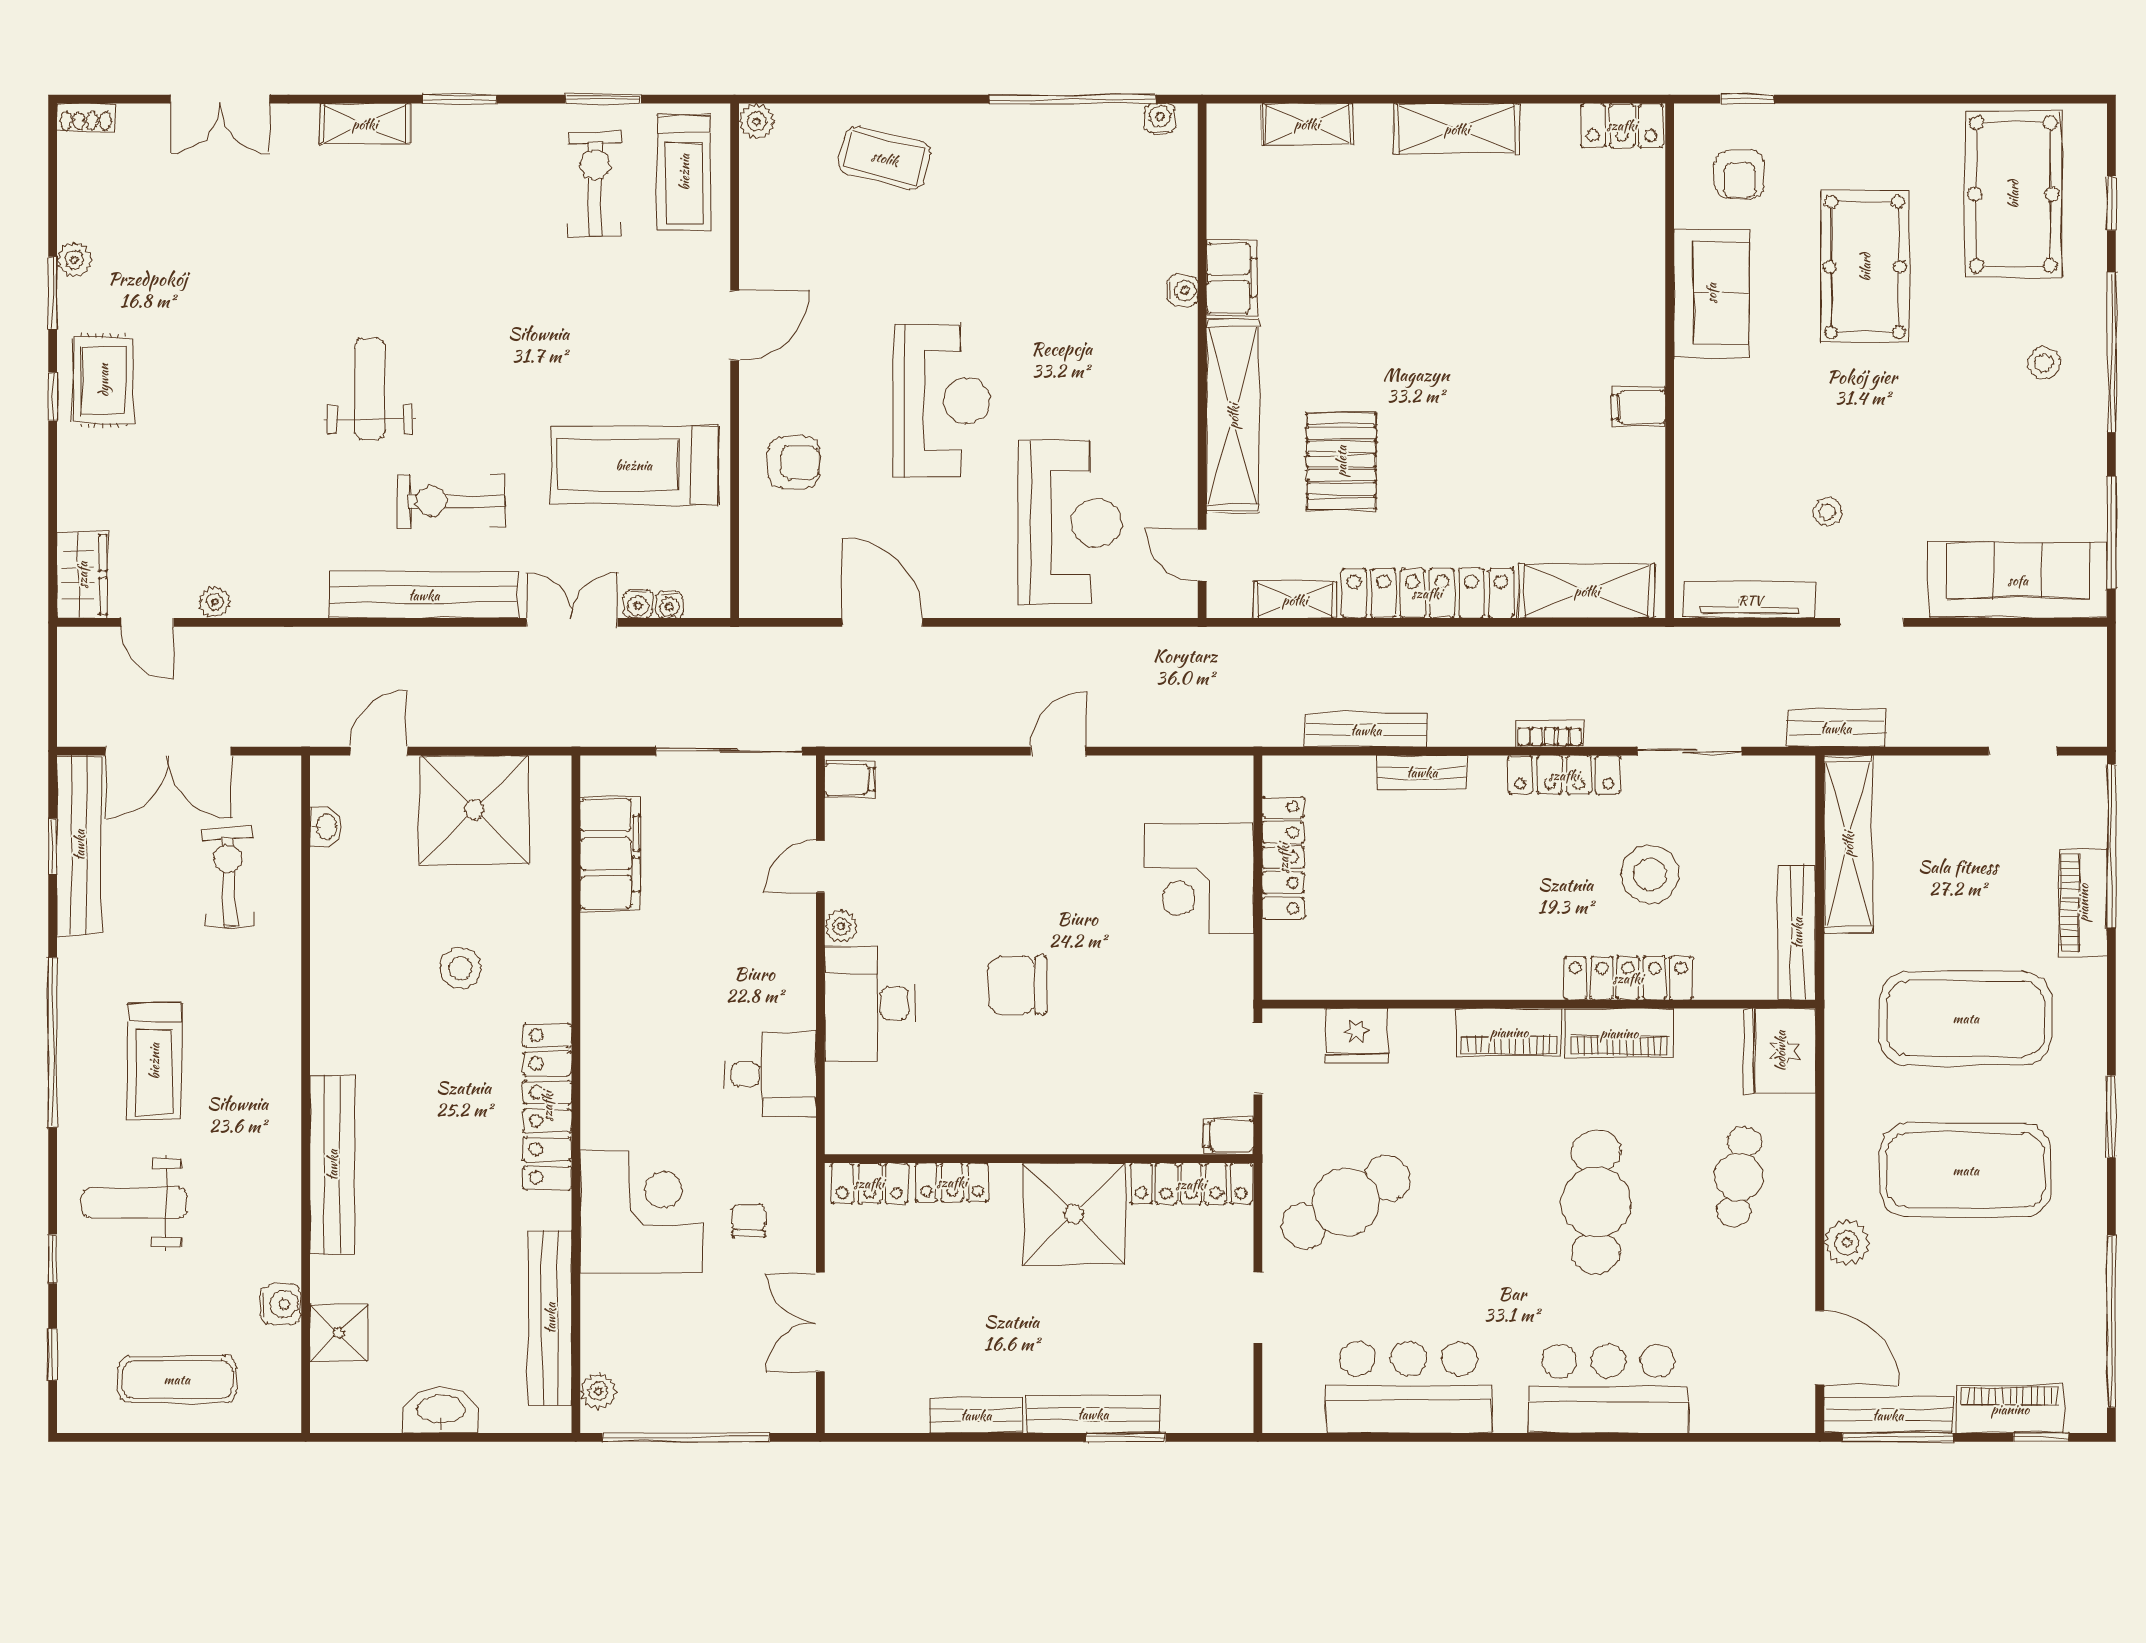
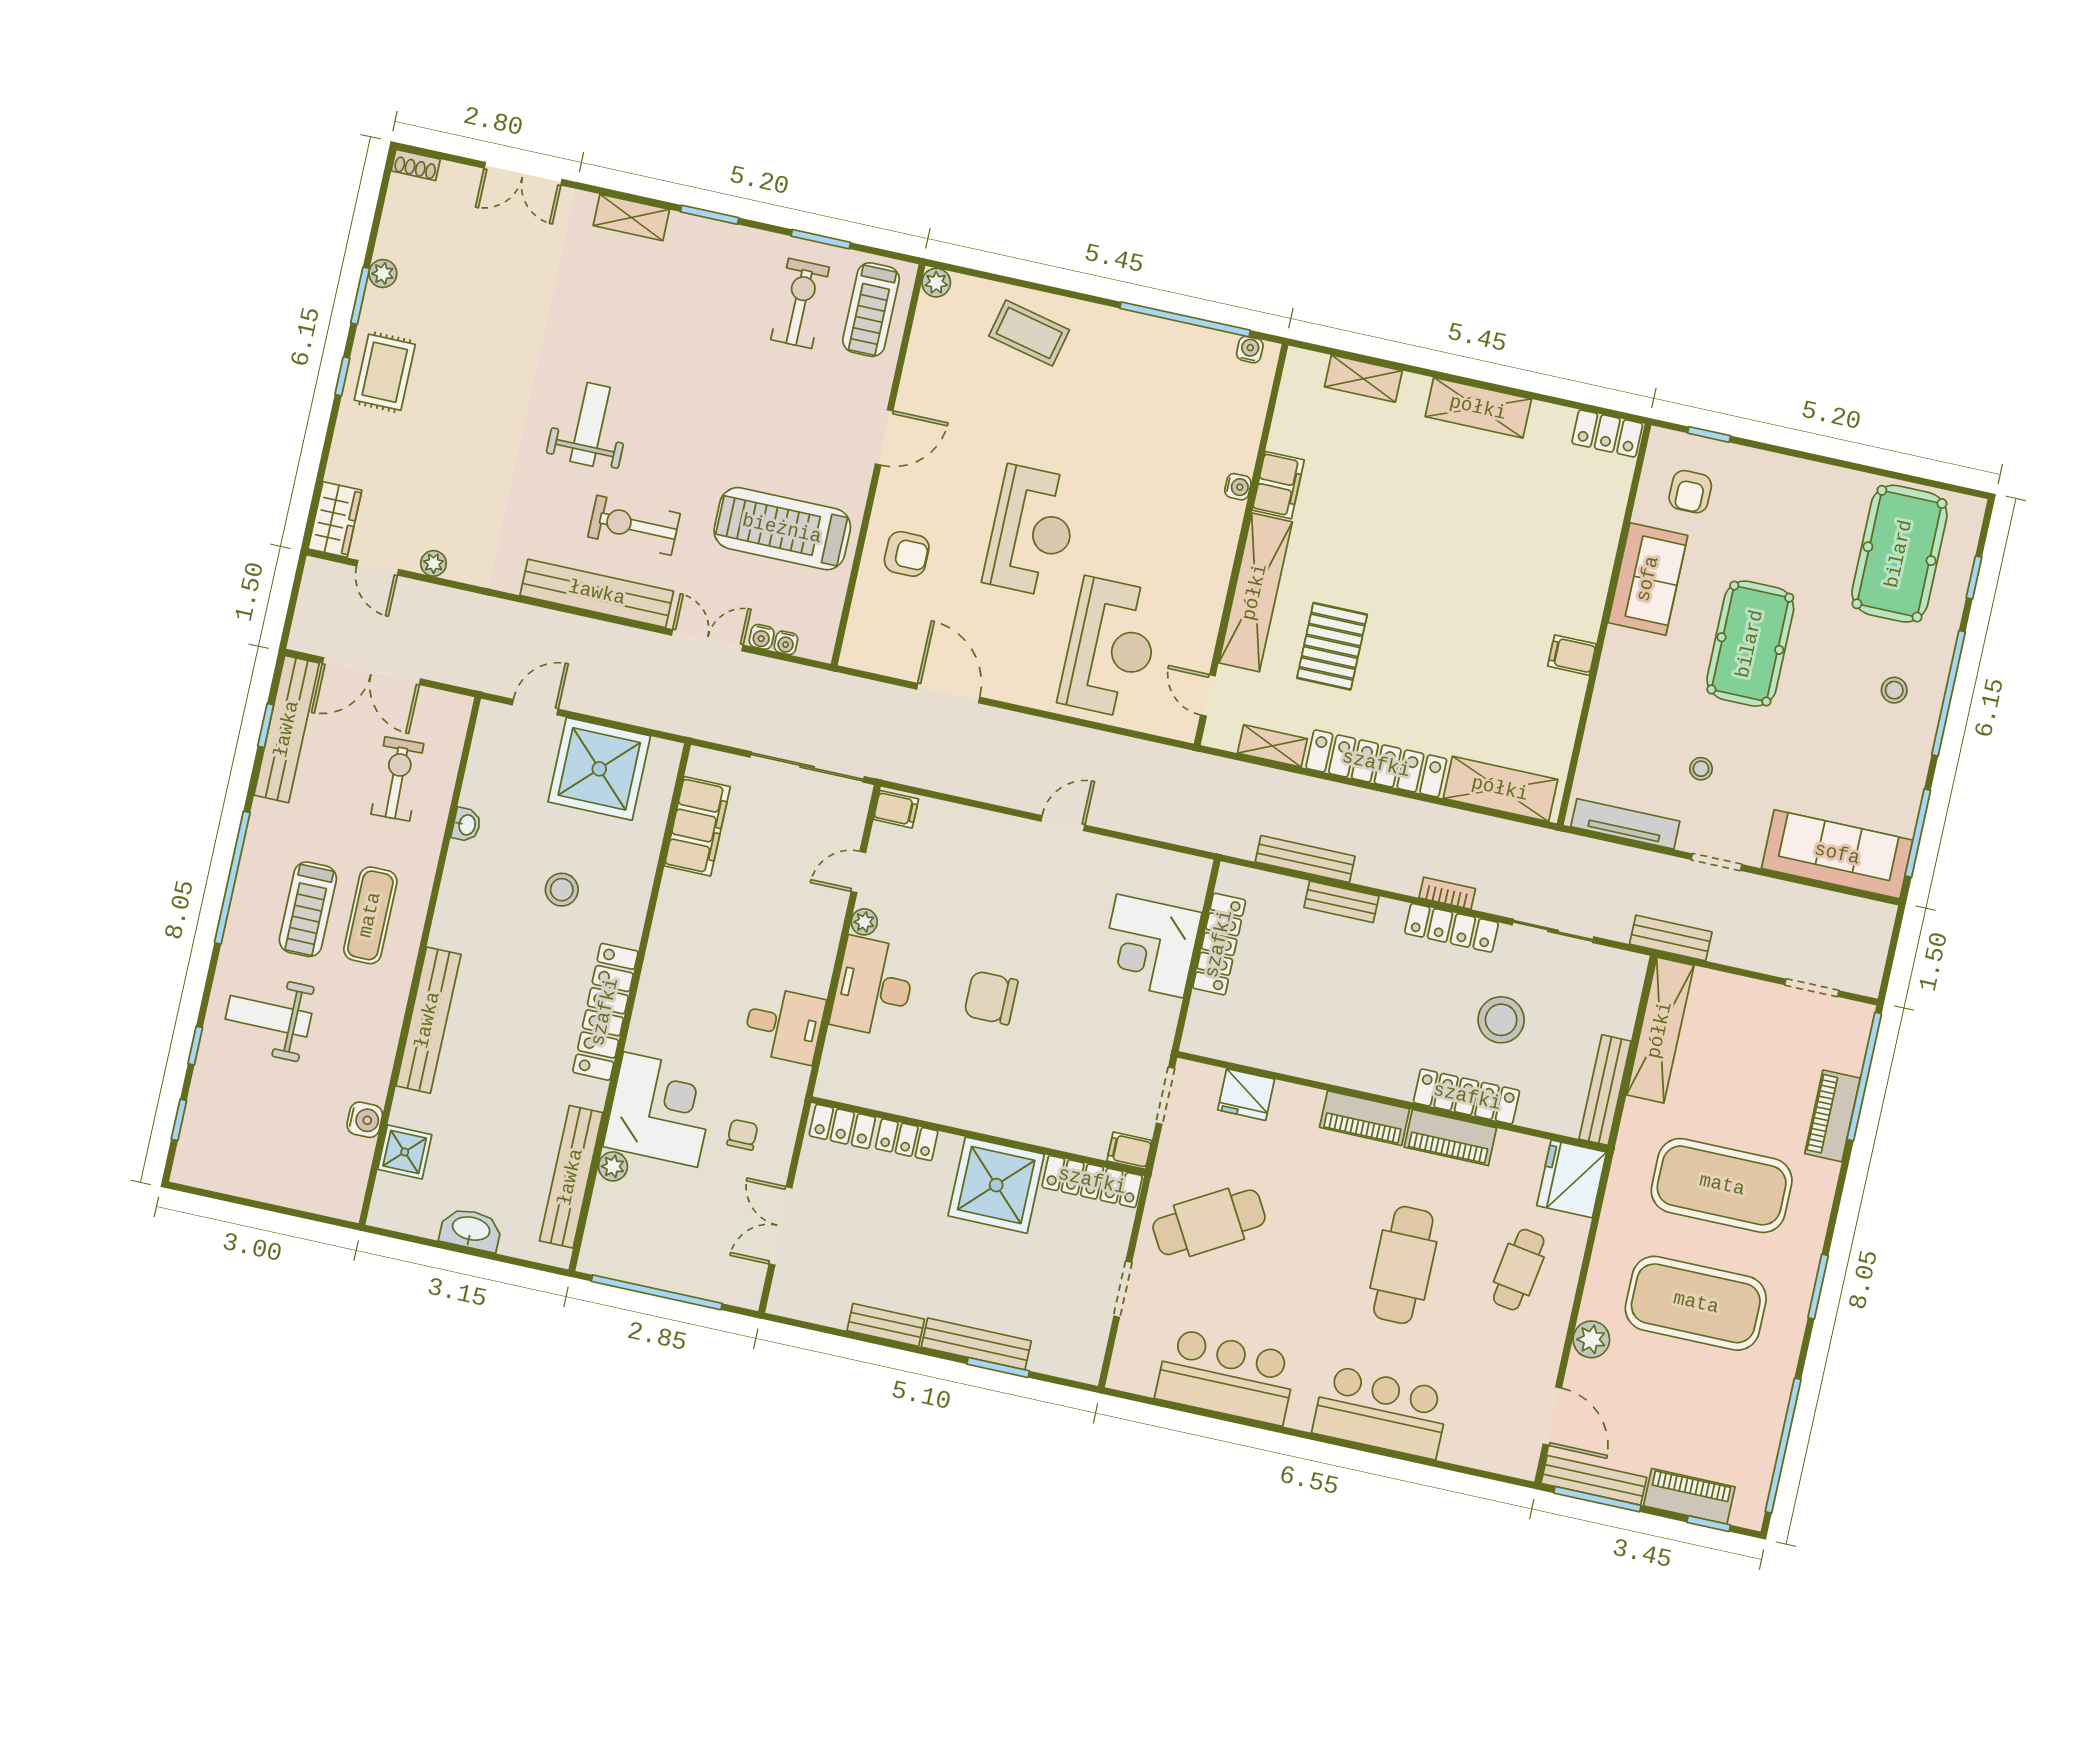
pool table: (1865, 267) -> (1750, 644), moved
washbasin: (326, 827) -> (466, 825), moved
exercise mat: (177, 1379) -> (370, 915), moved, turned 90
plant: (598, 1391) -> (613, 1166), moved

